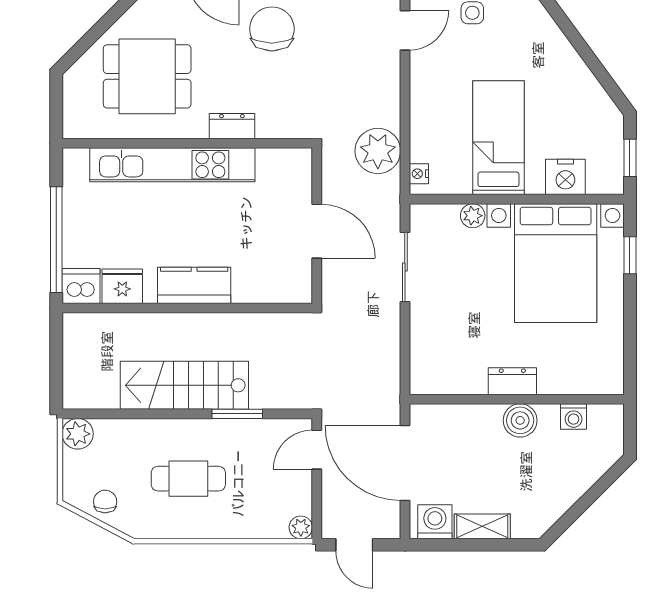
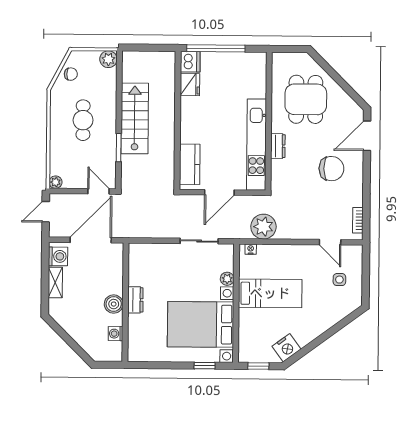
kitchen unit: (172, 165) -> (257, 145), moved
nightstand: (565, 177) -> (287, 348), moved, turned -126
kitchen counter: (194, 285) -> (190, 164), moved

